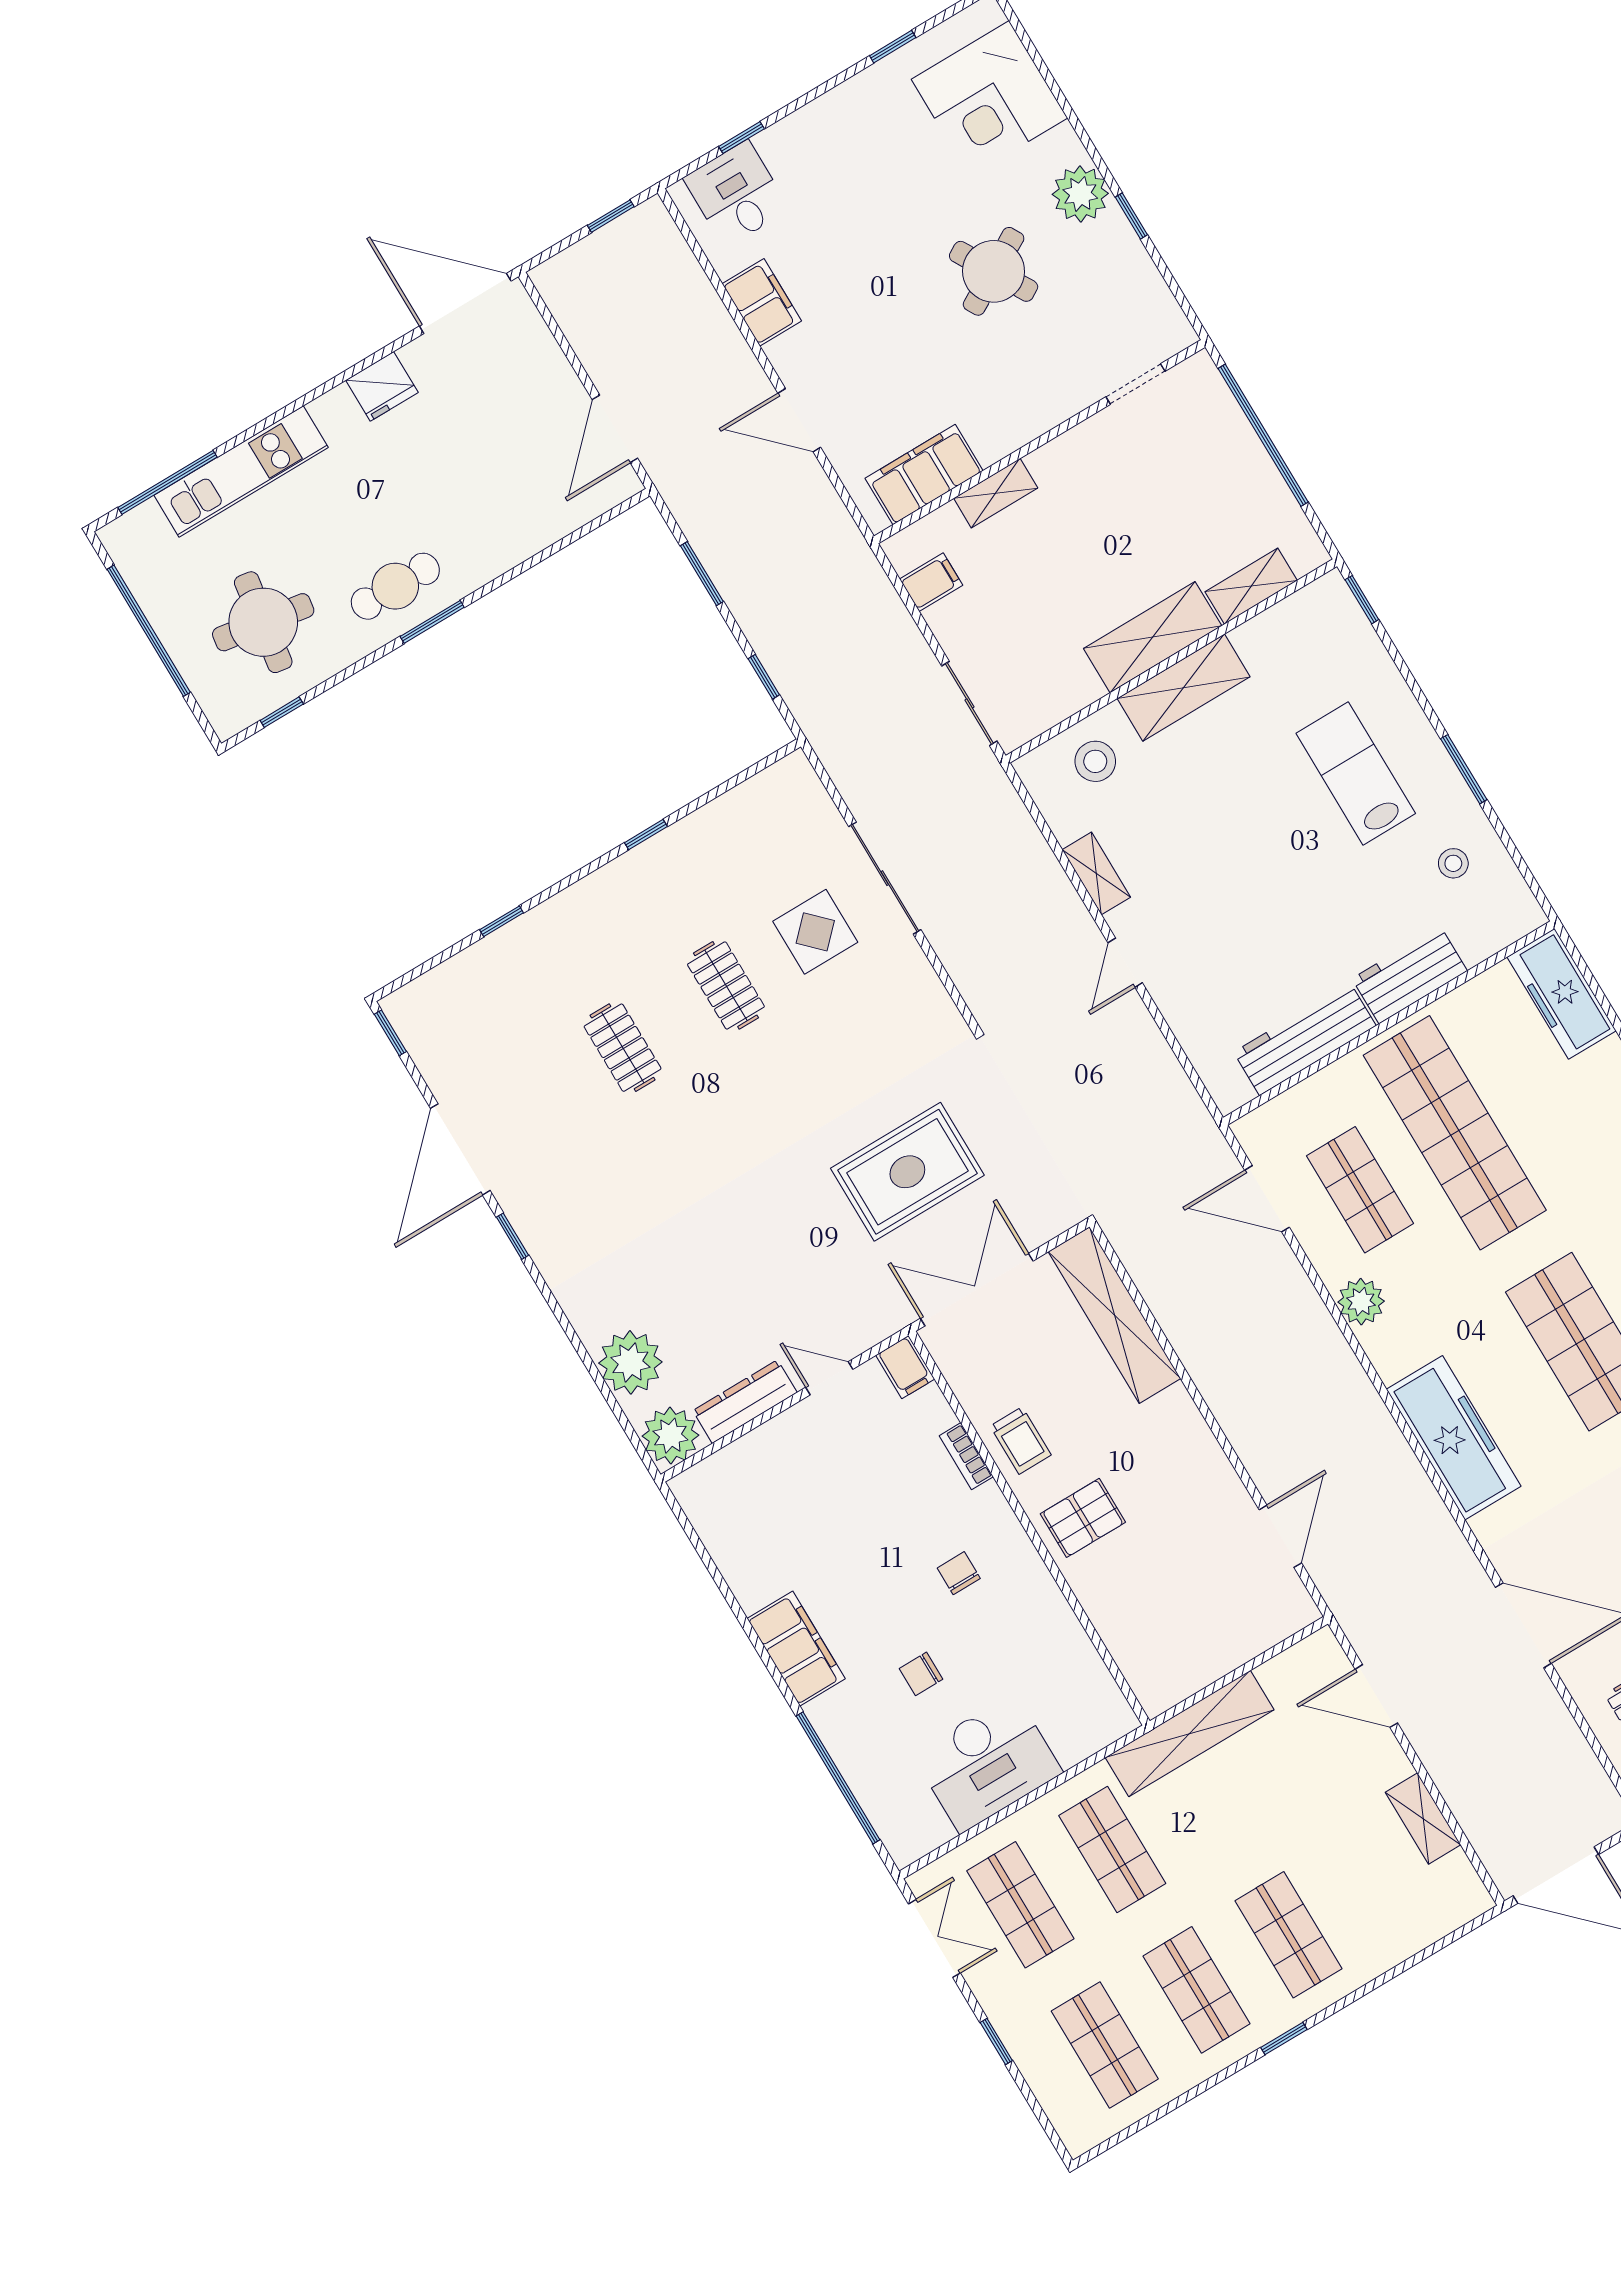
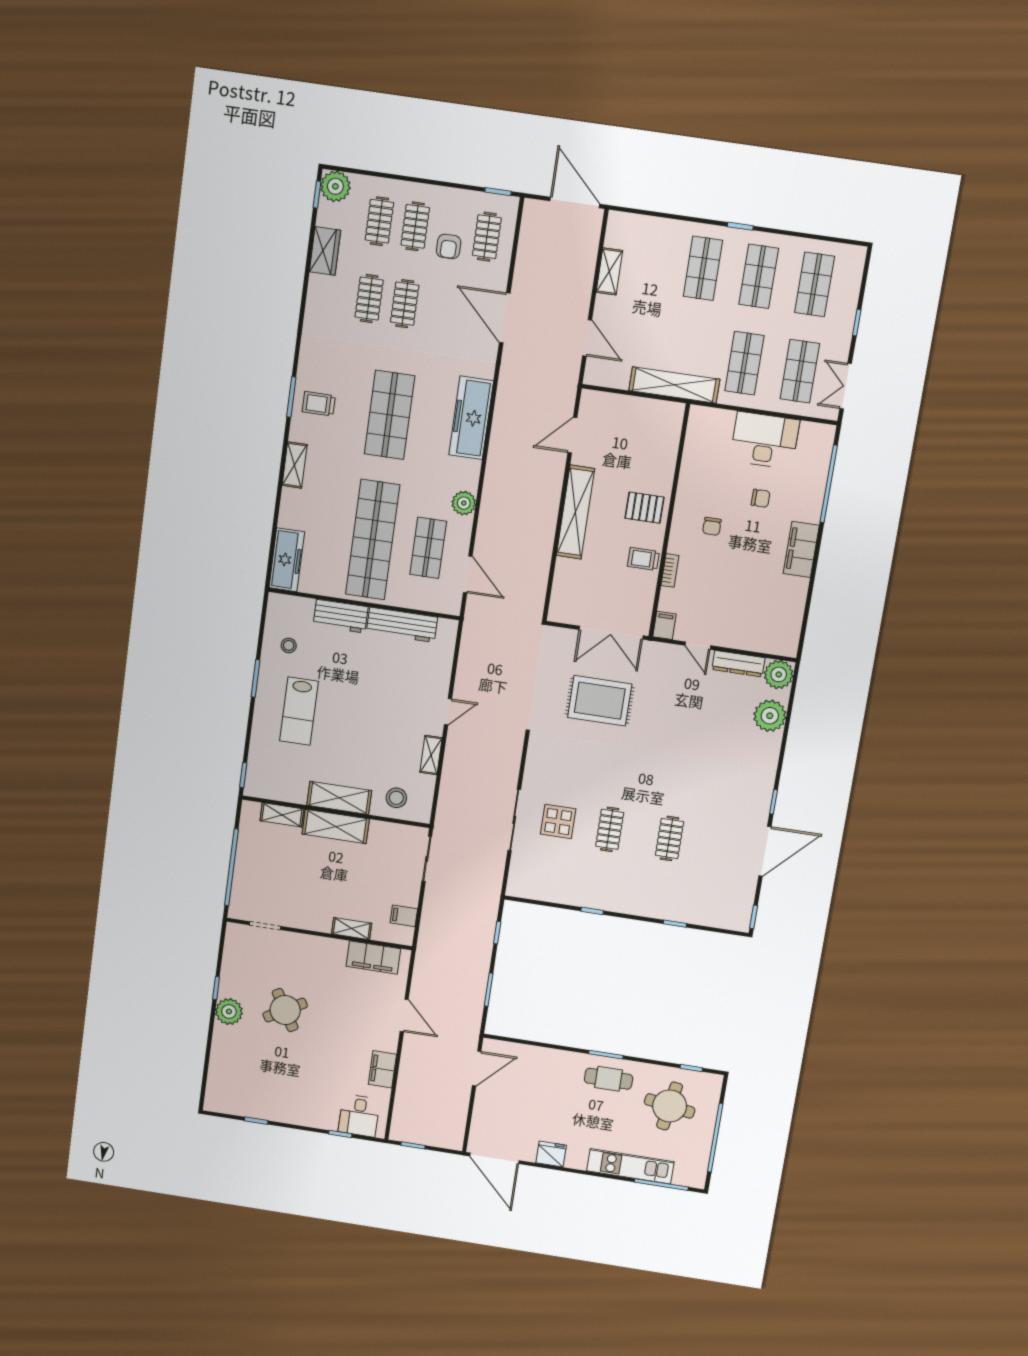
corner desk: (990, 99) -> (235, 1073), removed
shelving: (1114, 1315) -> (575, 512), moved
trolley: (1021, 1440) -> (643, 559), turned -90

